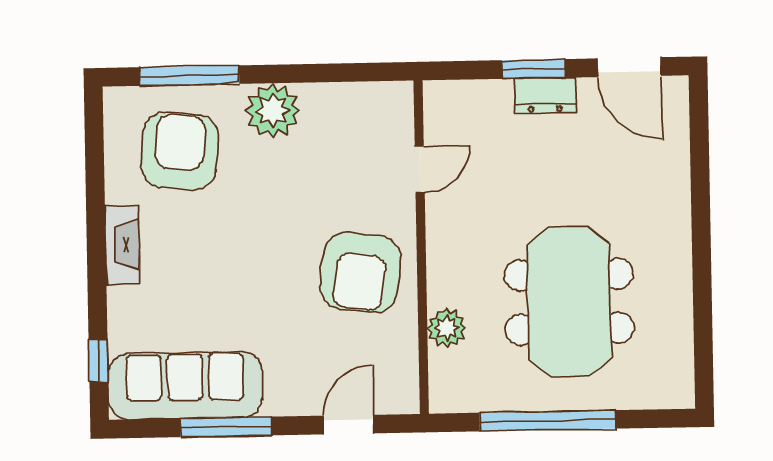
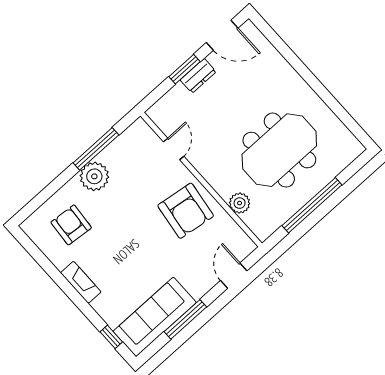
window: (189, 76) -> (96, 149), moved
armchair: (180, 151) -> (71, 225), width x0.73, depth x0.73
meeting table: (569, 302) -> (279, 150), turned 90

